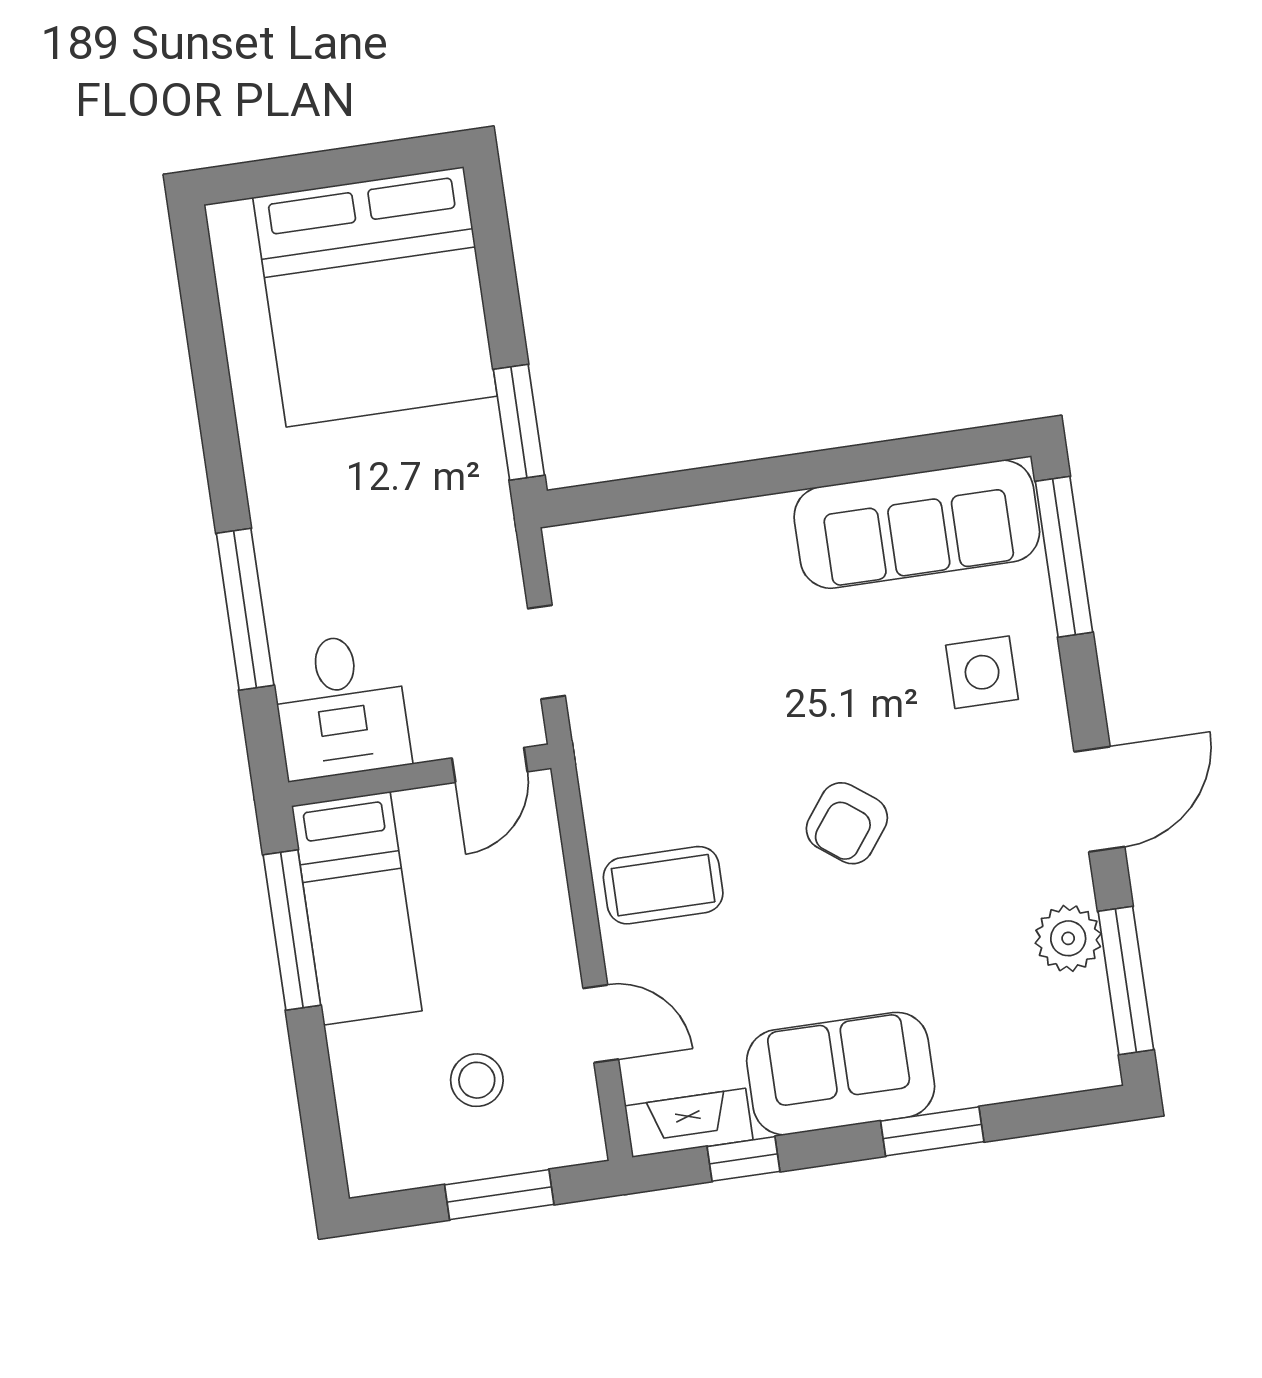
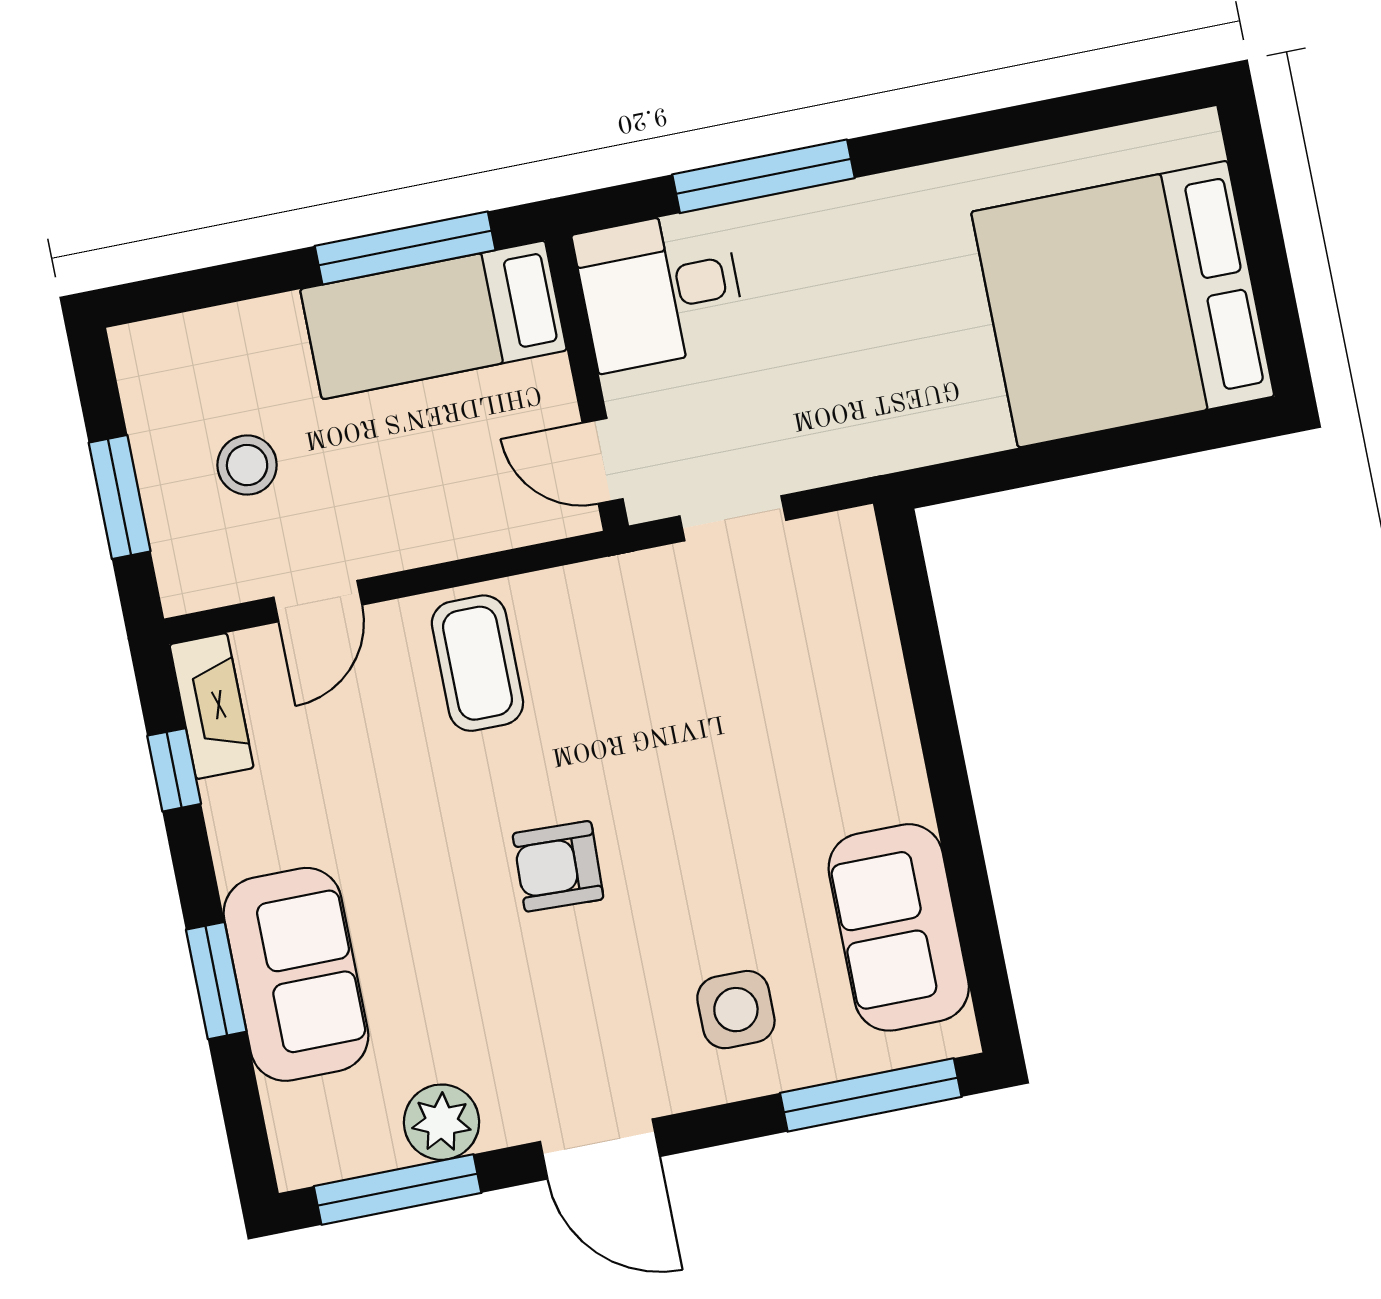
window: (519, 422) -> (990, 474), removed
sofa: (917, 524) -> (899, 927), width x0.73
armchair: (847, 823) -> (558, 866), turned -35
sofa: (841, 1074) -> (296, 974), moved

